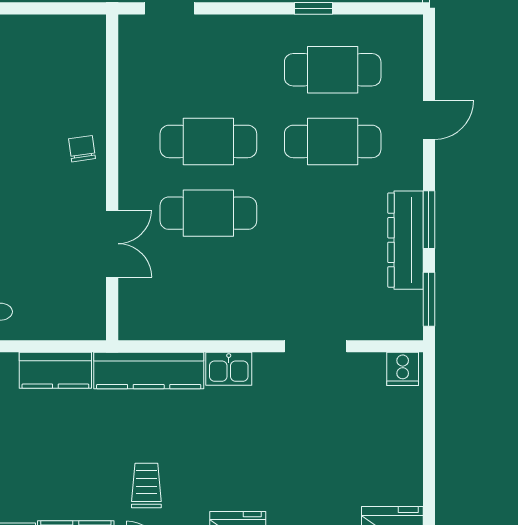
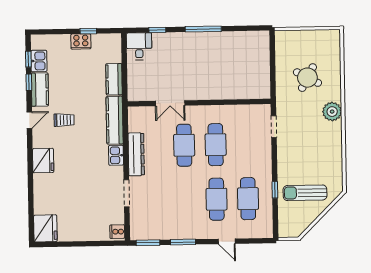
chair: (82, 149) -> (211, 89), removed
dresser: (405, 240) -> (136, 154), moved, turned 90

